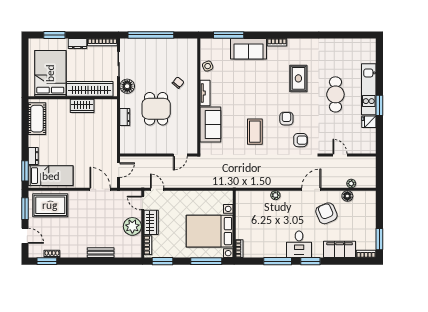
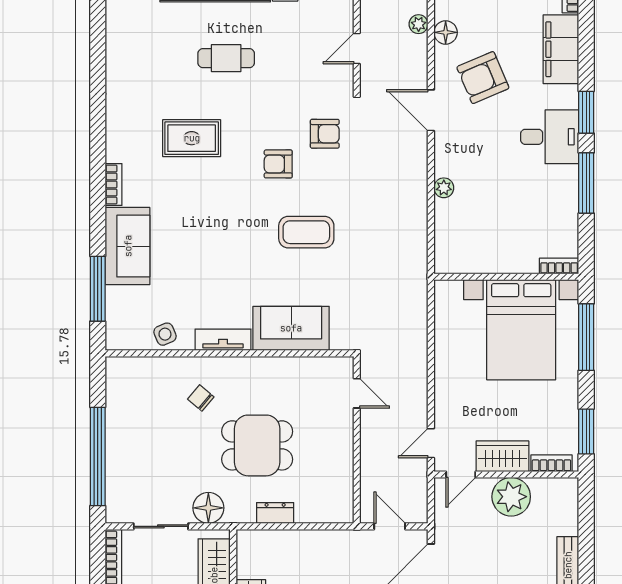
cafe table: (335, 94) -> (226, 58), width x0.73, depth x0.74
armchair: (300, 140) -> (325, 134), turned 90

